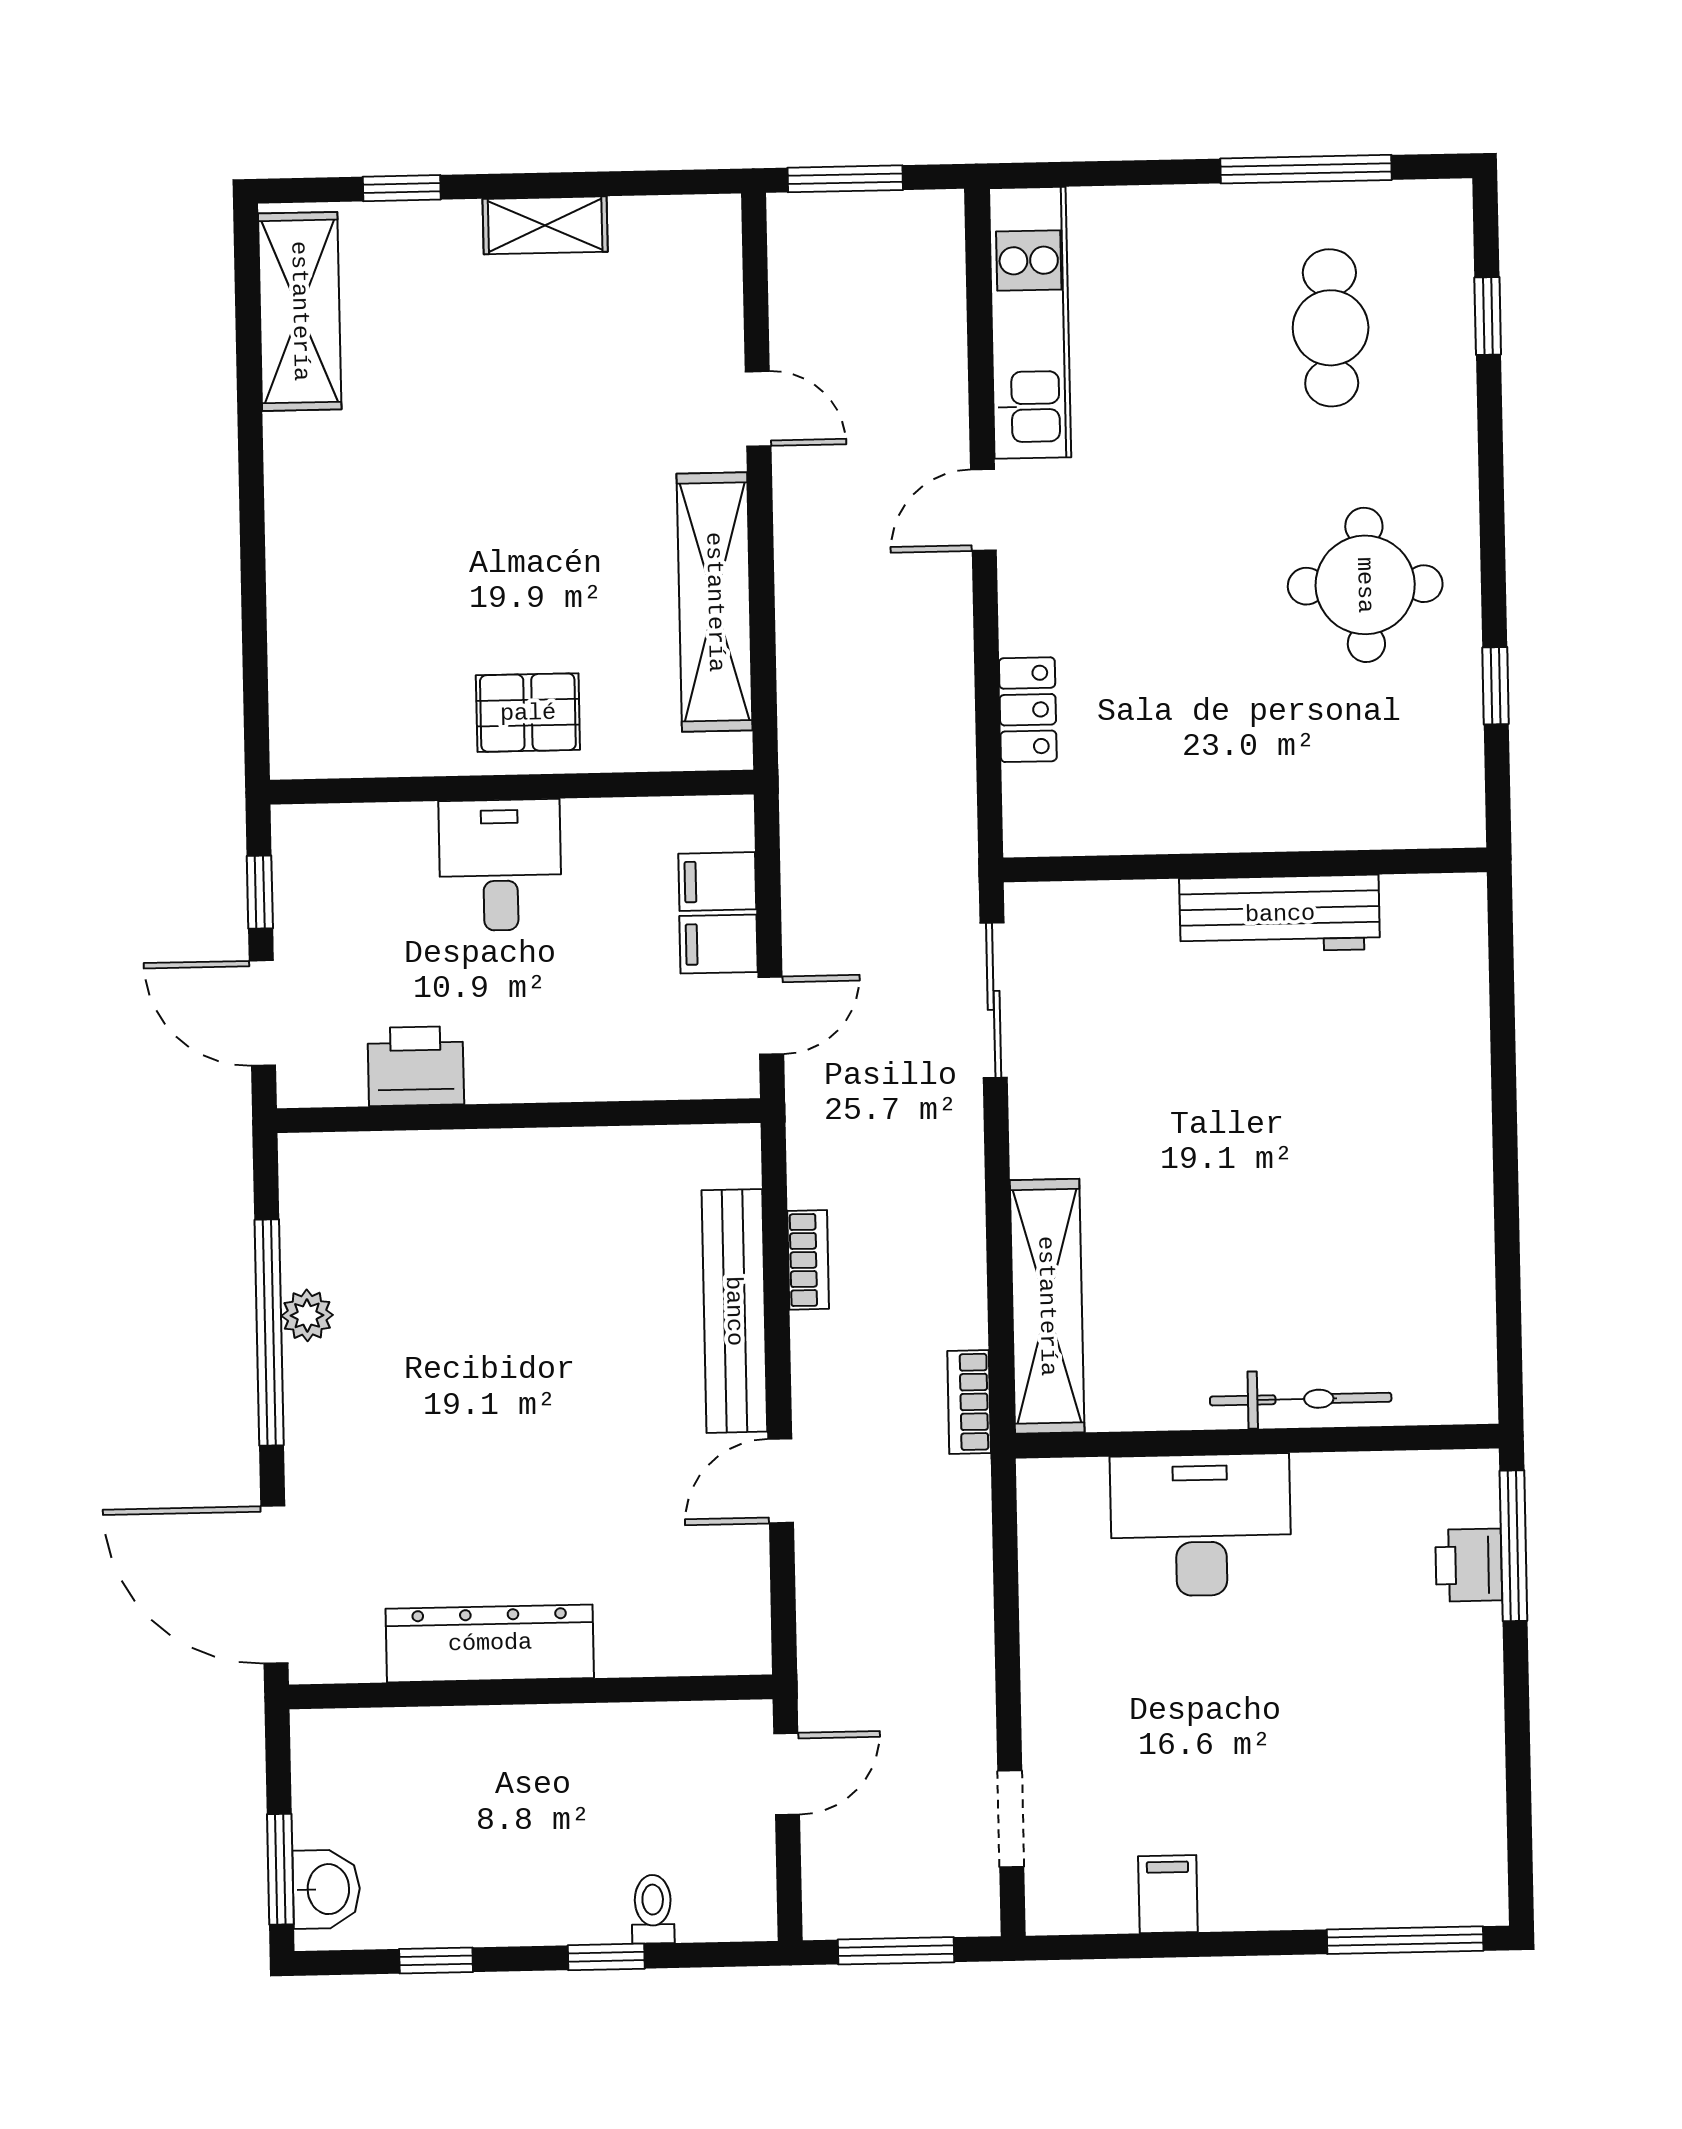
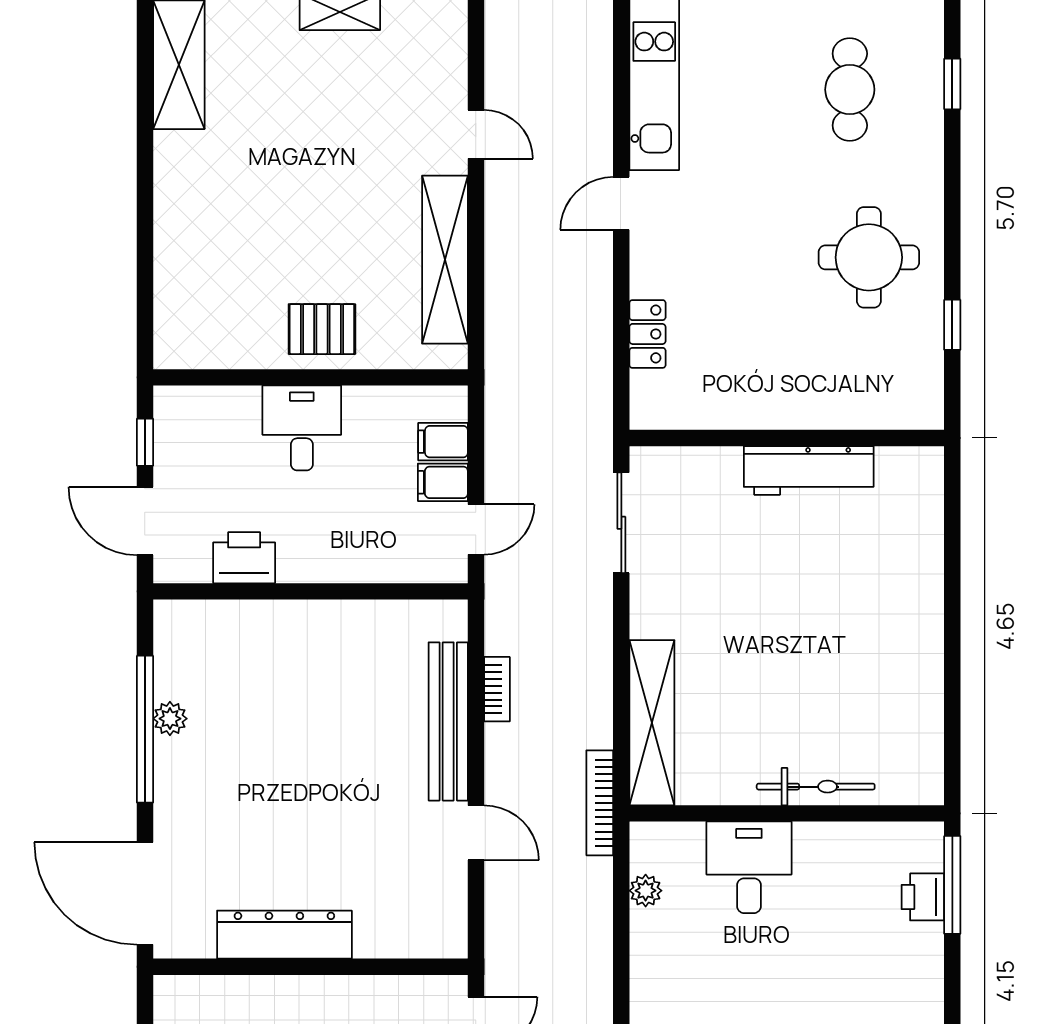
bookcase: (969, 1402) -> (600, 803), width x1.56
door: (781, 1481) -> (476, 833), swing flipped
desk: (1201, 1525) -> (749, 867), width x0.73
plant: (1043, 1564) -> (646, 891), added

